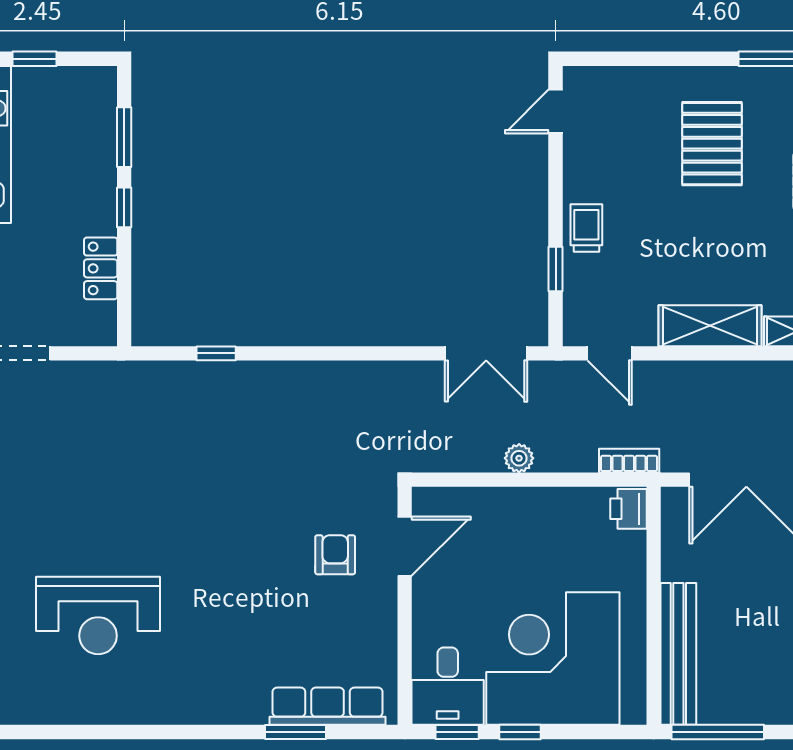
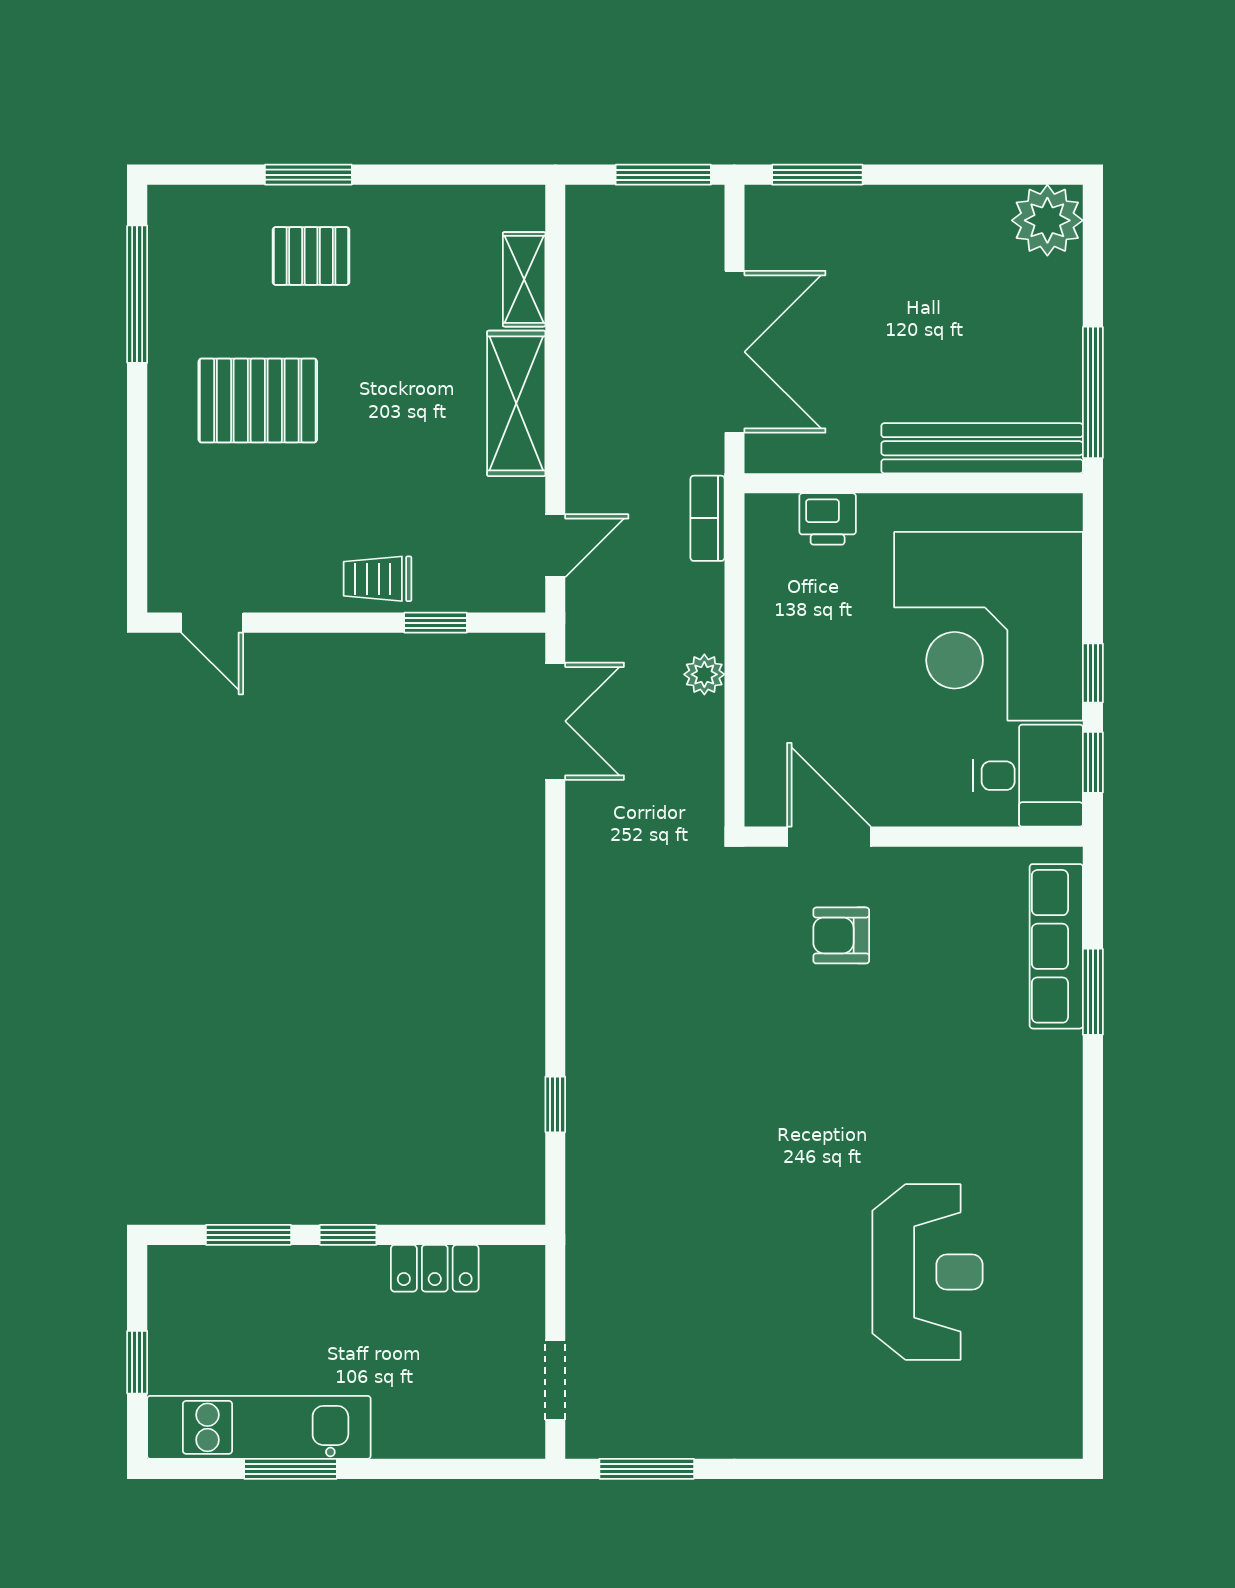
printer: (629, 509) -> (828, 519), moved

